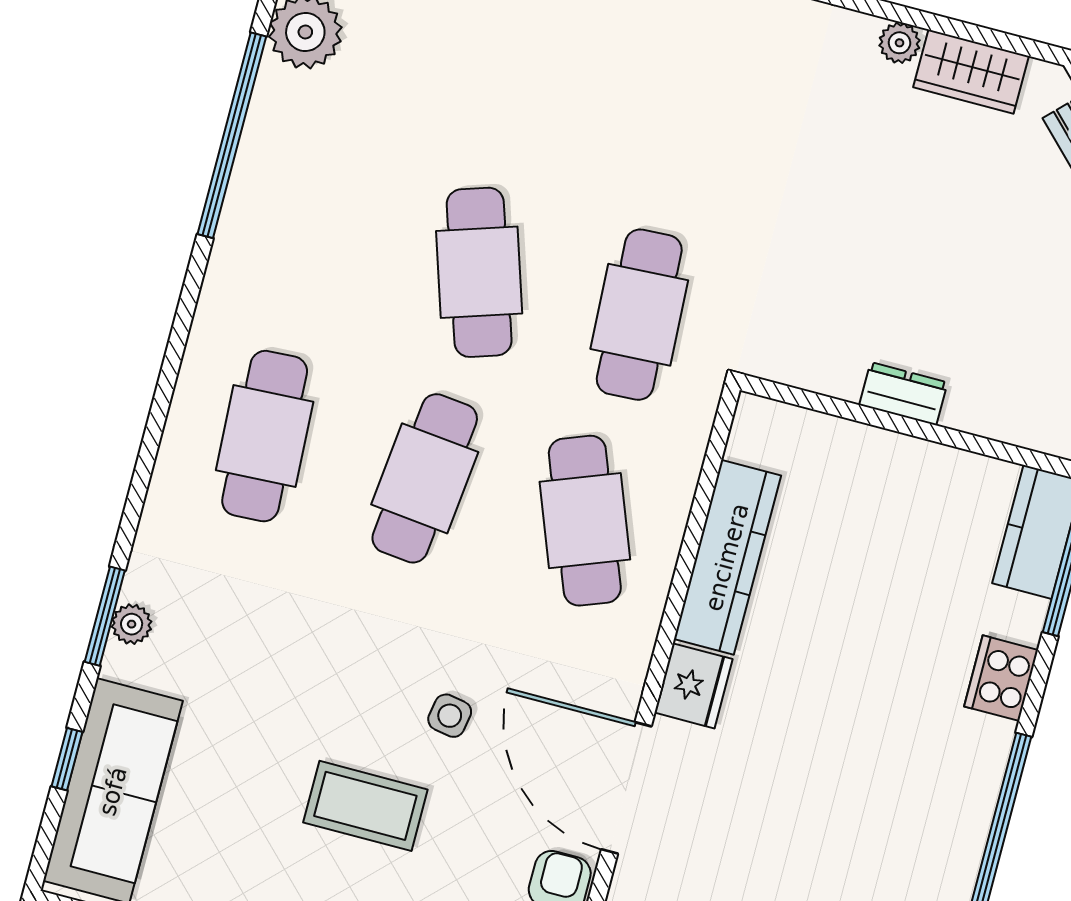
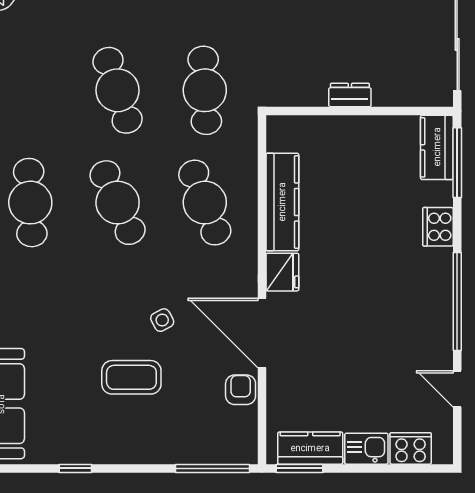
cafe table: (425, 478) -> (118, 203), turned -30
side table: (450, 716) -> (162, 320), turned -38

